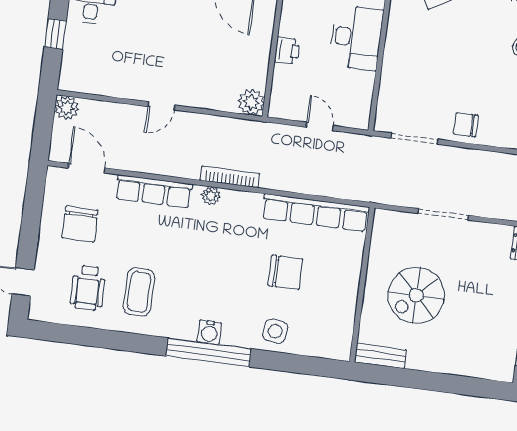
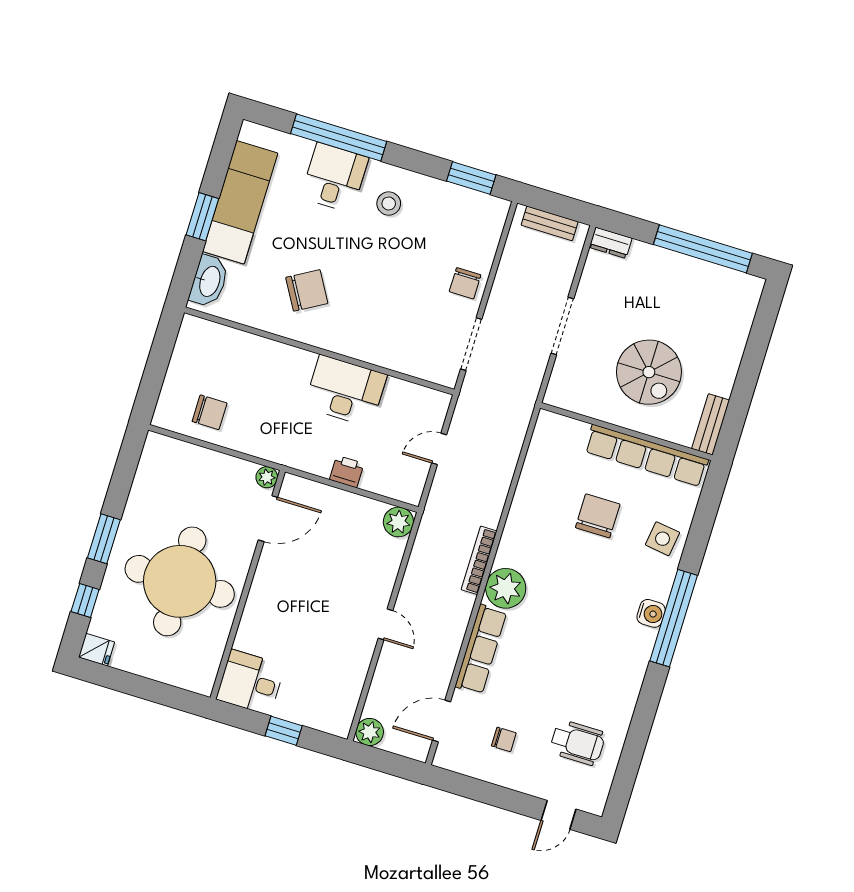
plant: (211, 196) -> (506, 588), width x1.87, depth x1.87
row of seats: (316, 213) -> (646, 455), moved, turned 90
chair: (80, 224) -> (504, 739), width x0.54, depth x0.54
coffee table: (139, 292) -> (592, 685), removed

